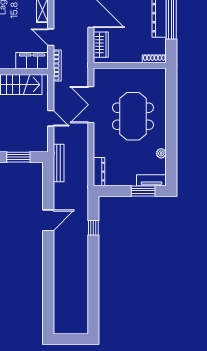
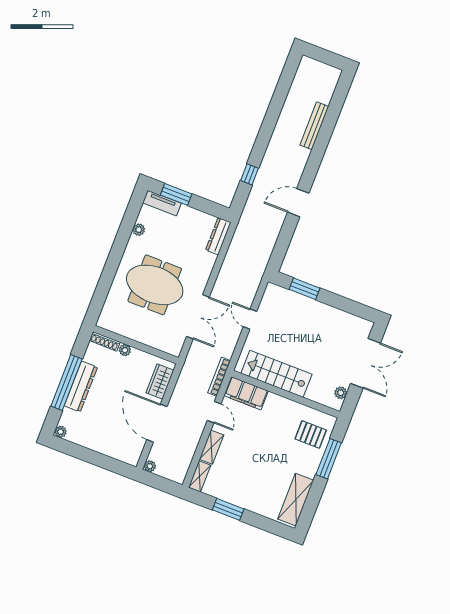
plant: (136, 58) -> (125, 350), added
meeting table: (133, 116) -> (155, 285), turned 90
bench: (59, 163) -> (314, 126), moved

